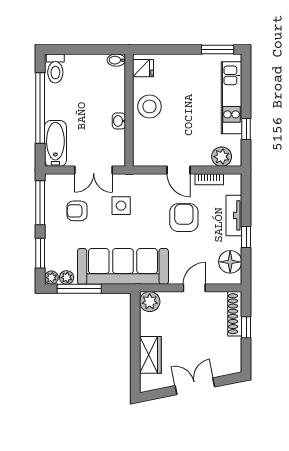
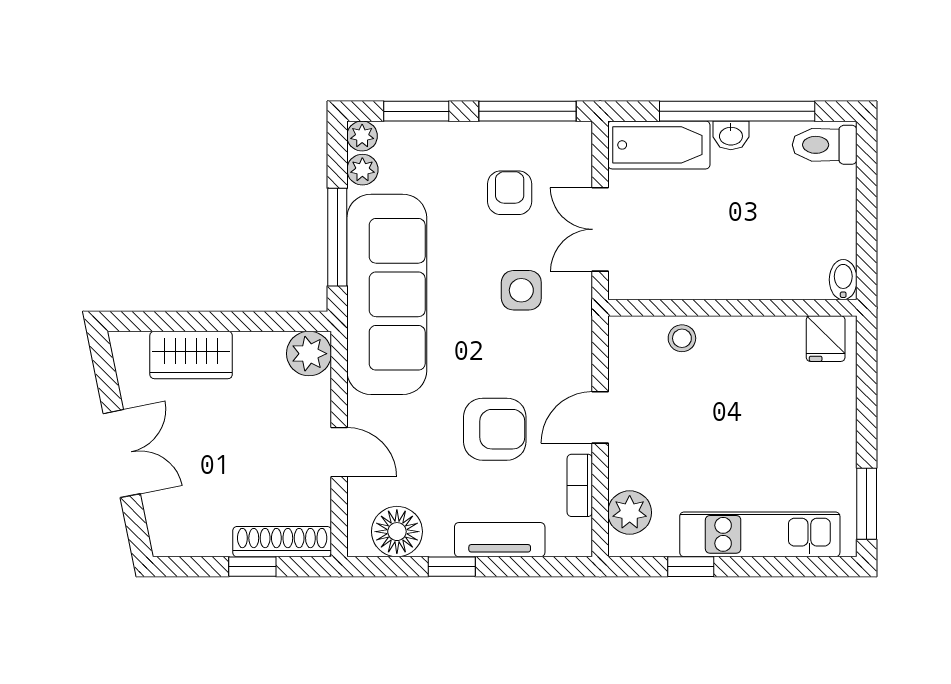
stool: (149, 106) -> (682, 338), moved, width x0.53, depth x0.53
washbasin: (119, 121) -> (731, 135), moved, turned 180
window: (79, 289) -> (337, 237), moved

